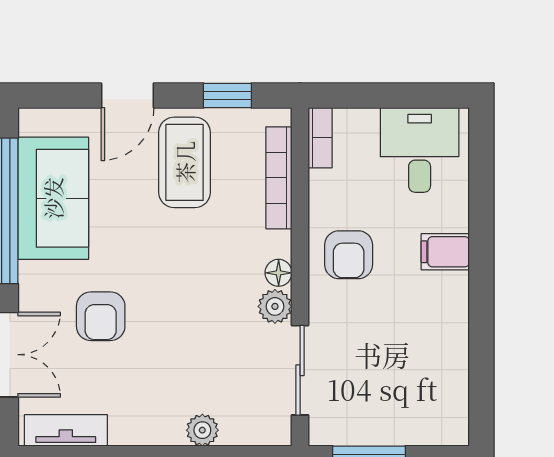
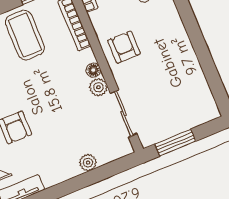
filing cabinet: (445, 252) -> (171, 26), removed
armchair: (349, 255) -> (124, 47), turned 180

